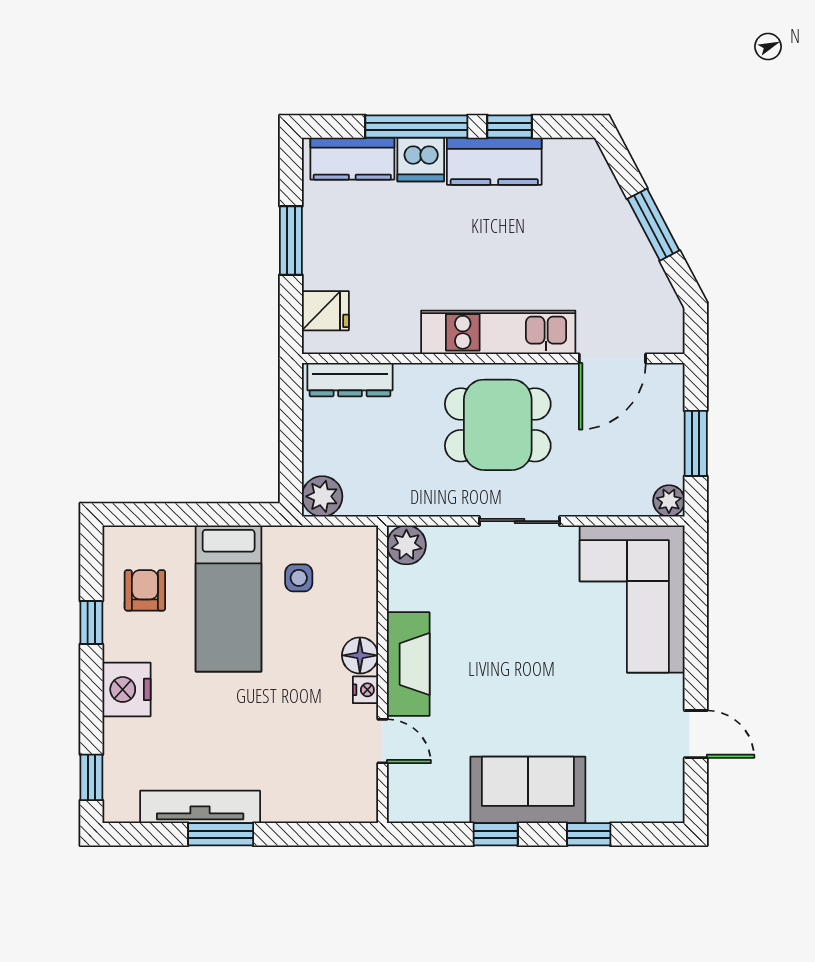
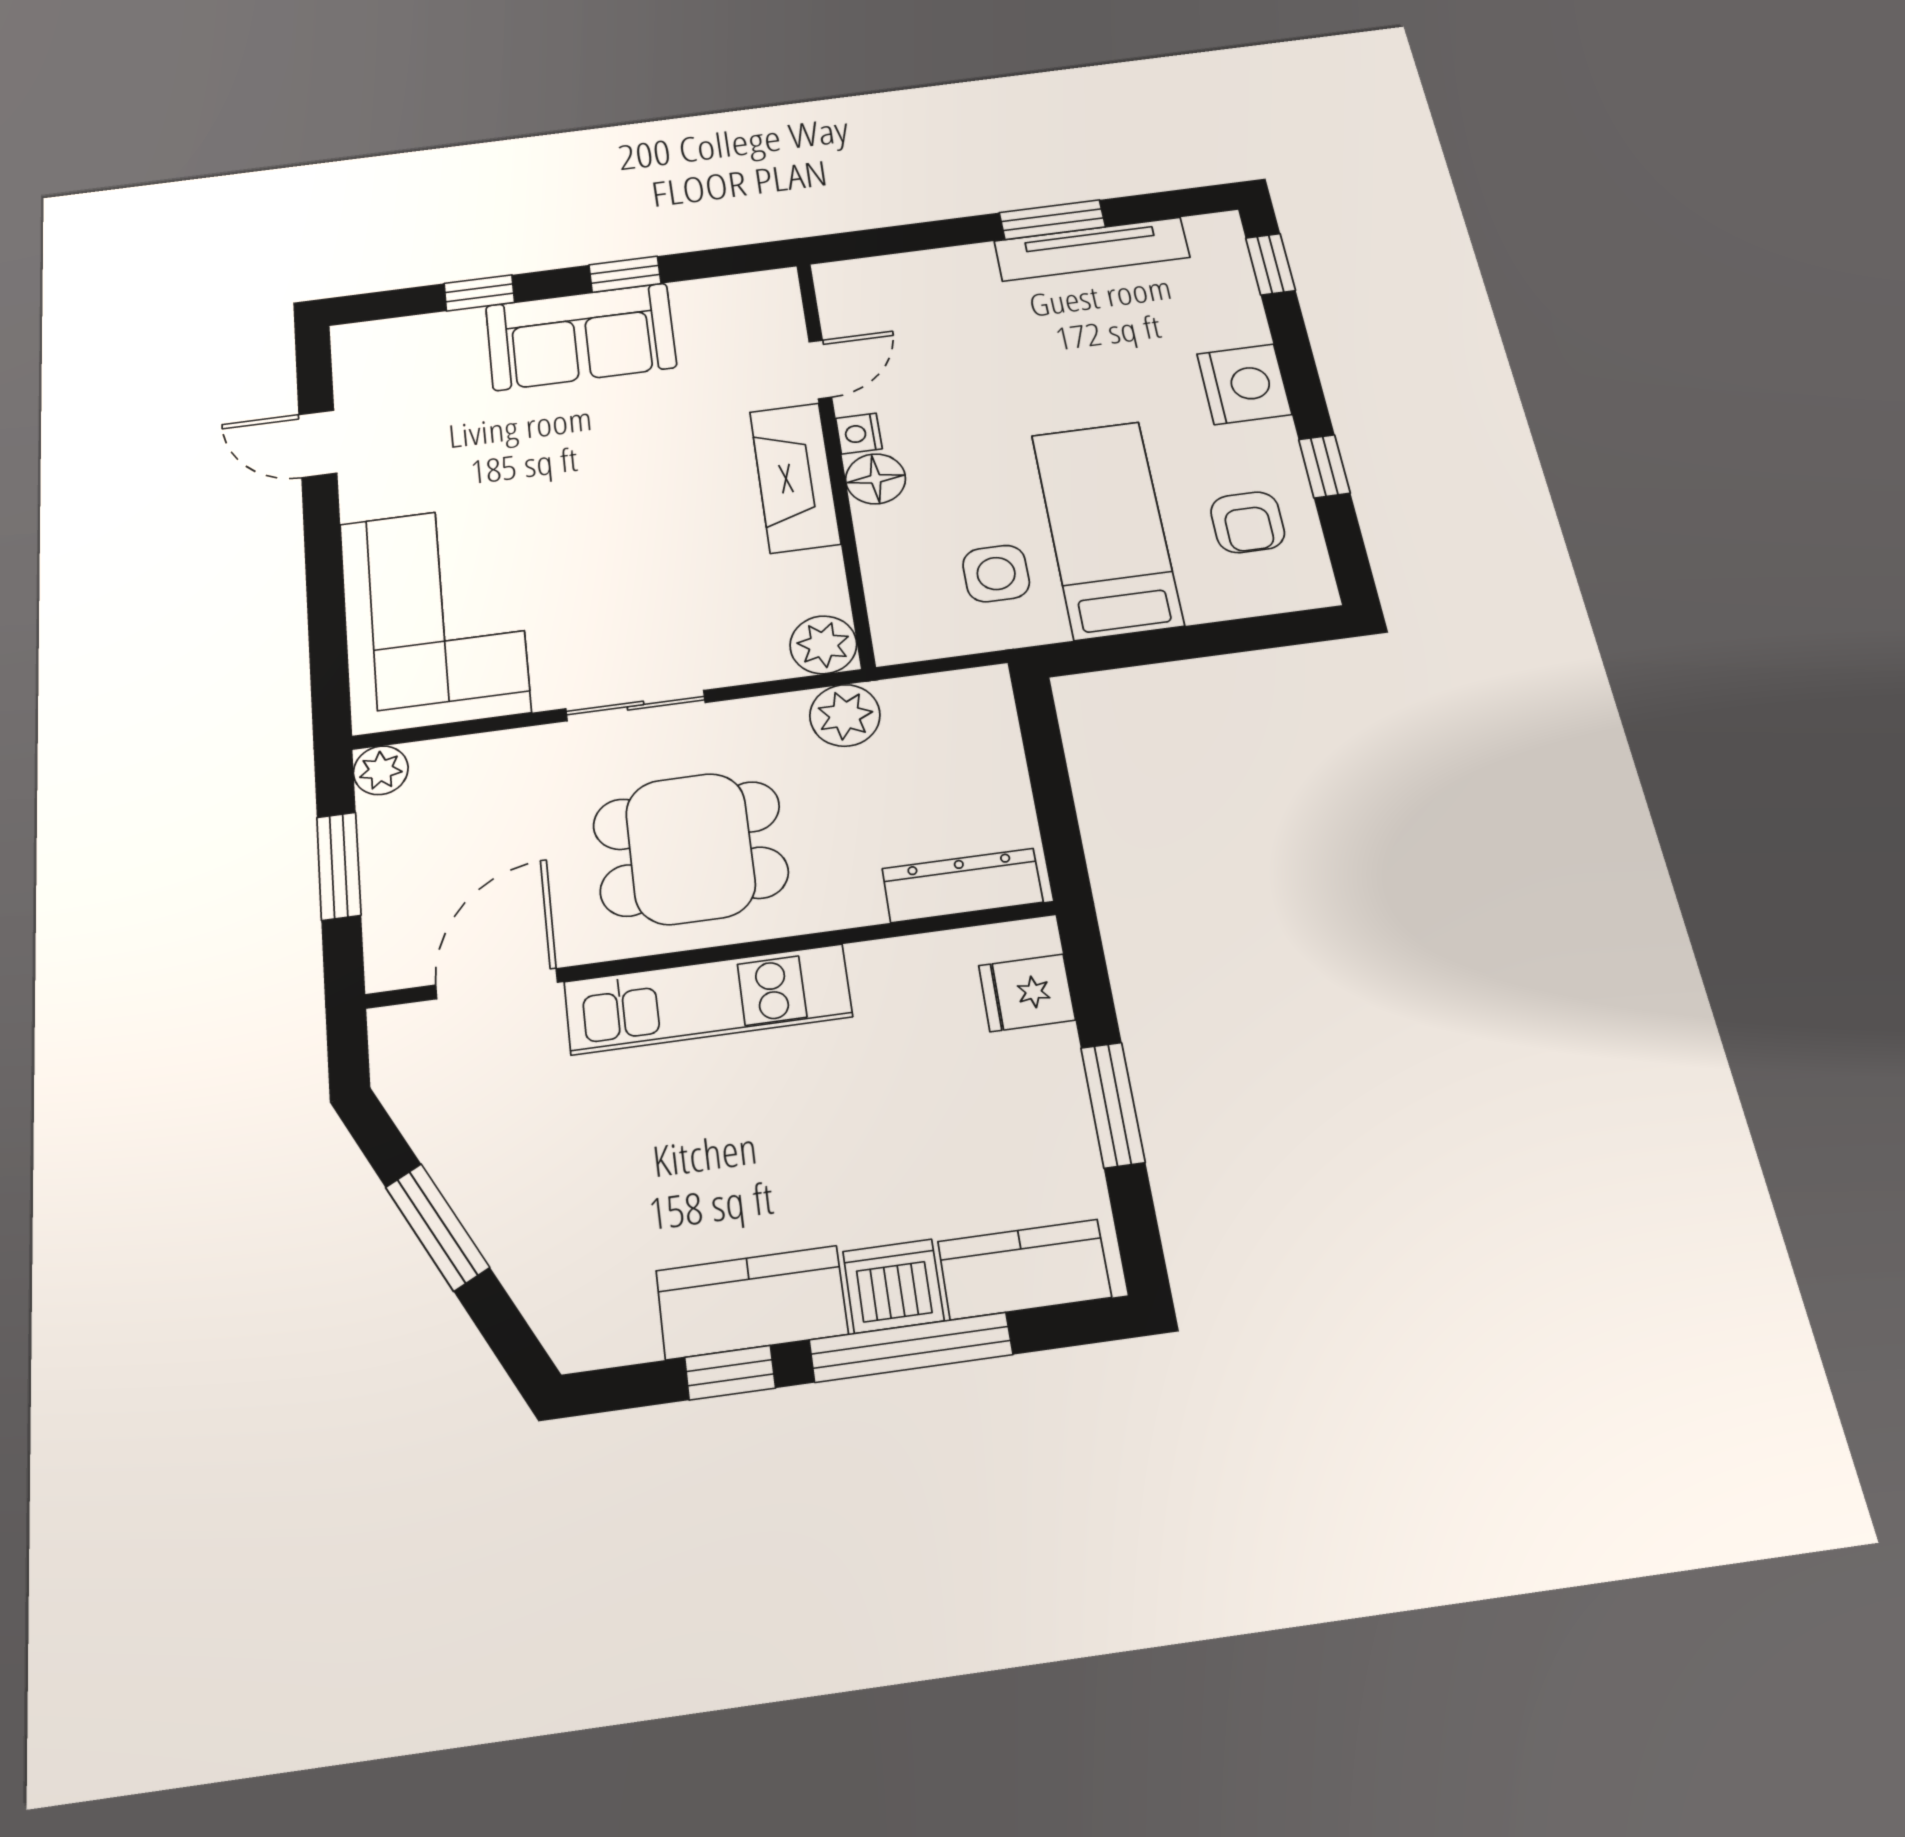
plant: (322, 496) -> (845, 715), moved
side table: (299, 578) -> (996, 574), width x1.37, depth x1.37
door: (382, 741) -> (820, 369), swing flipped

